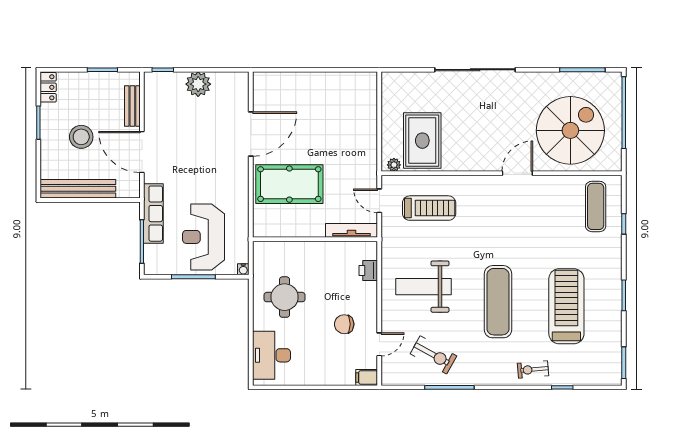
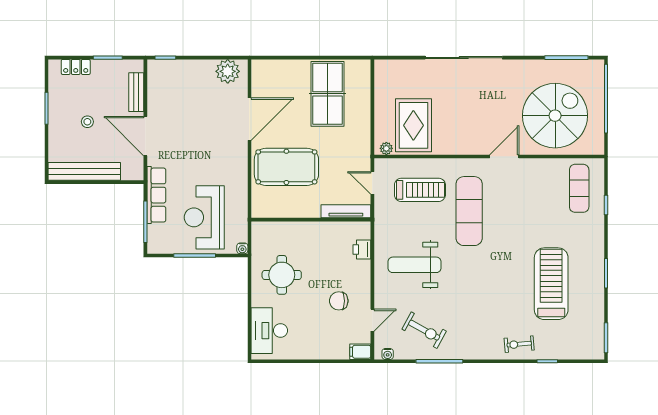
plant: (198, 84) -> (228, 71), moved
locker: (48, 87) -> (76, 67), moved, turned 90
table tennis table: (332, 108) -> (328, 94), added
stool: (81, 137) -> (87, 122), width x0.53, depth x0.53
exercise mat: (498, 302) -> (469, 211), moved
water cooler: (395, 380) -> (388, 354), added

